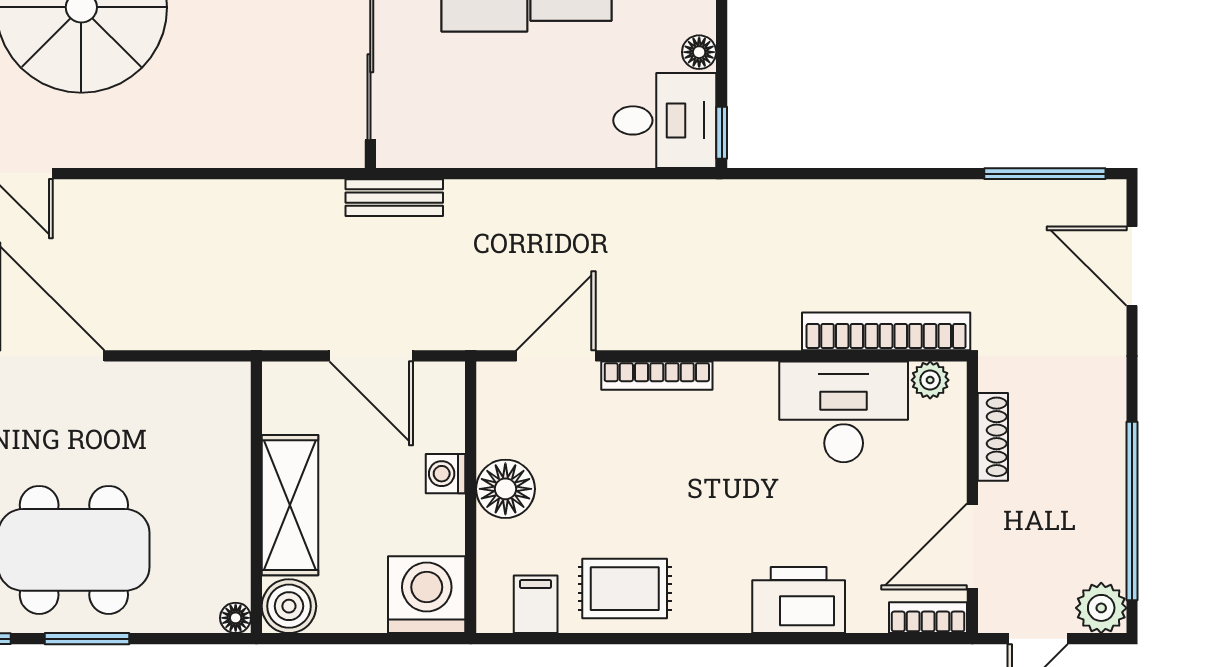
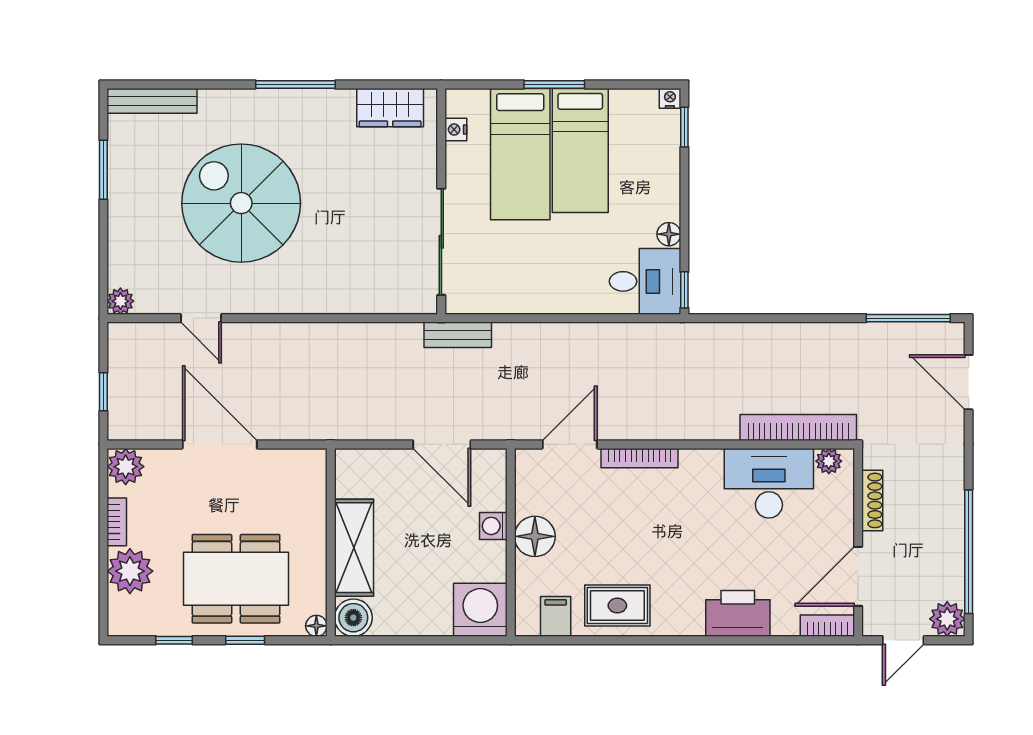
wall: (256, 497) -> (331, 542), moved
shelving: (290, 505) -> (354, 548), moved
boiler: (289, 606) -> (353, 618), moved
floor lamp: (236, 618) -> (316, 626), moved
window: (87, 639) -> (245, 640), width x0.67

